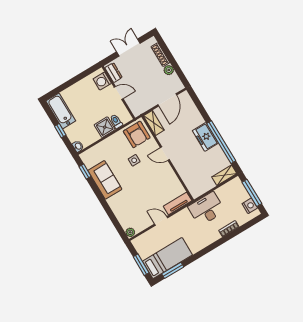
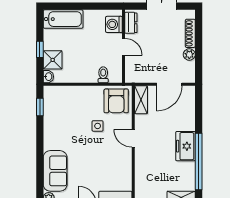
bathtub: (61, 111) -> (63, 19), moved, turned 90
shower: (105, 127) -> (53, 60), moved
sofa: (105, 180) -> (55, 171), moved

